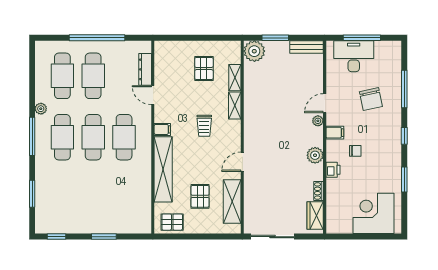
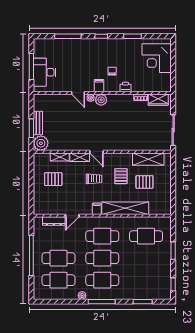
bench: (307, 47) -> (38, 123), moved
chair: (371, 99) -> (75, 60), removed
plant: (315, 155) -> (101, 100), moved
door: (242, 162) -> (96, 152), moved
cafe table: (124, 199) -> (146, 236), added
pallet: (172, 222) -> (121, 176), moved

